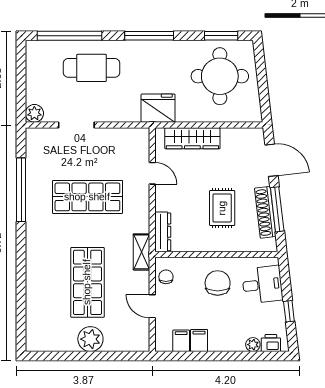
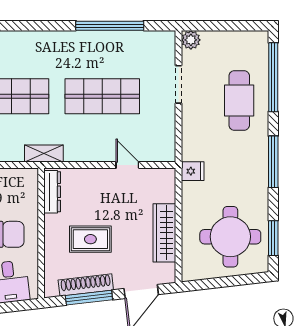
fridge: (158, 108) -> (193, 171), width x0.53, depth x0.75
wardrobe: (192, 138) -> (164, 233), moved
door: (152, 173) -> (127, 165), swing flipped
shop shelf: (87, 197) -> (102, 96), turned 90
dresser: (163, 232) -> (52, 192), moved, turned -90
chair: (166, 277) -> (17, 180), removed

